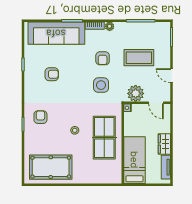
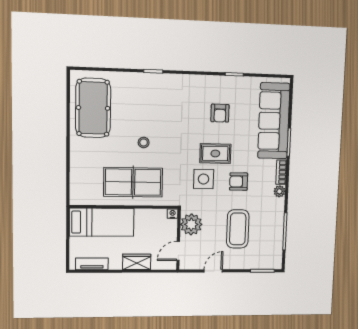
rug: (82, 77) -> (215, 153), added
armchair: (40, 117) -> (163, 96), removed
wardrobe: (164, 144) -> (137, 262), moved

